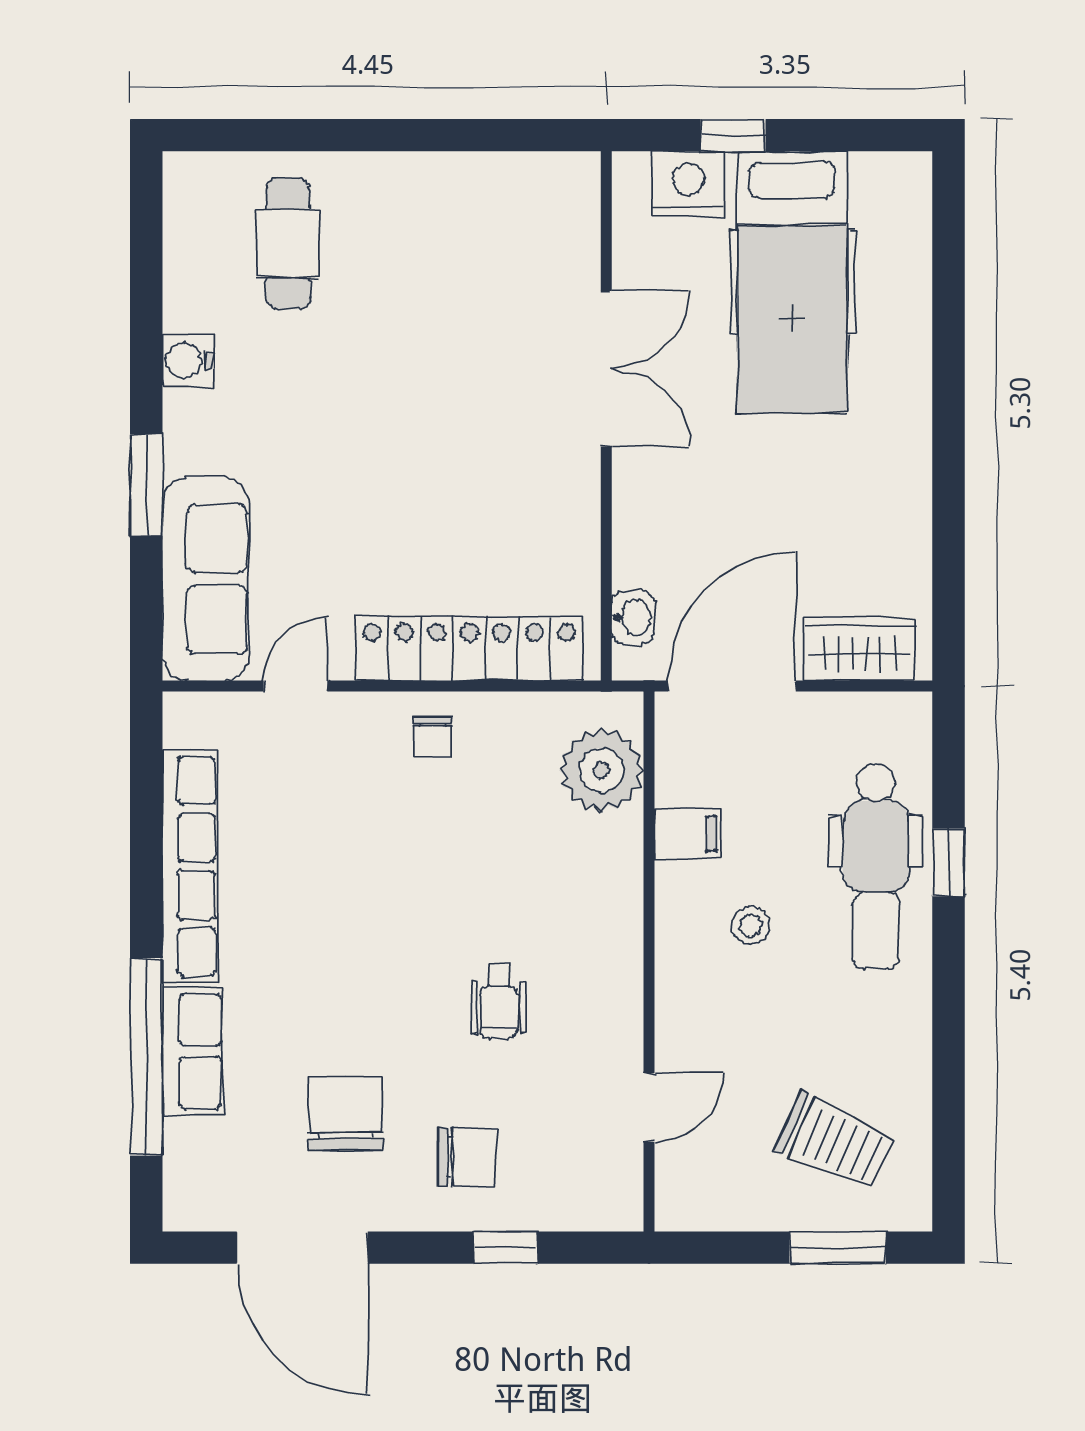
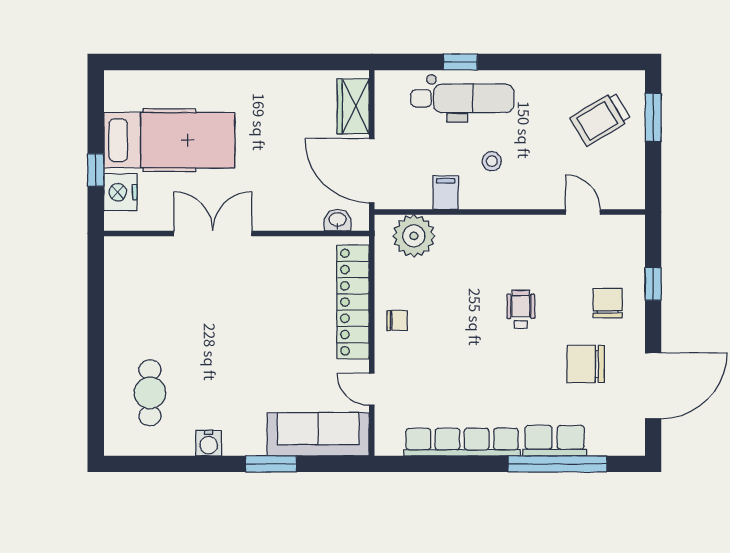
cafe table: (288, 243) -> (150, 393), turned 90
wheelchair: (499, 1001) -> (521, 309), moved, turned -90
trolley: (835, 1142) -> (600, 119), turned -145

